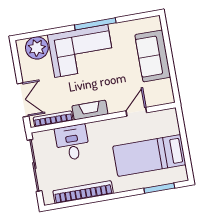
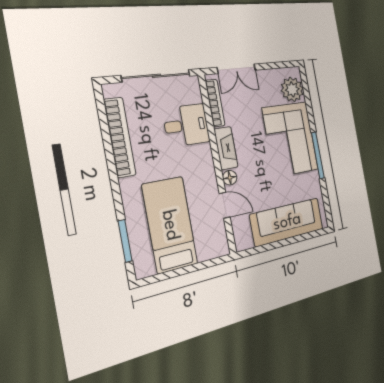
sofa: (153, 56) -> (287, 222), width x1.36
floor lamp: (114, 107) -> (230, 178), added

